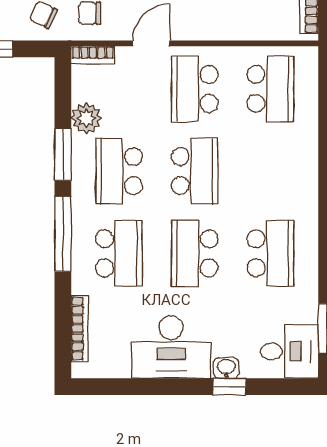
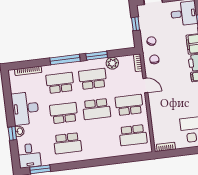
school desk: (119, 253) -> (60, 83), turned 180

